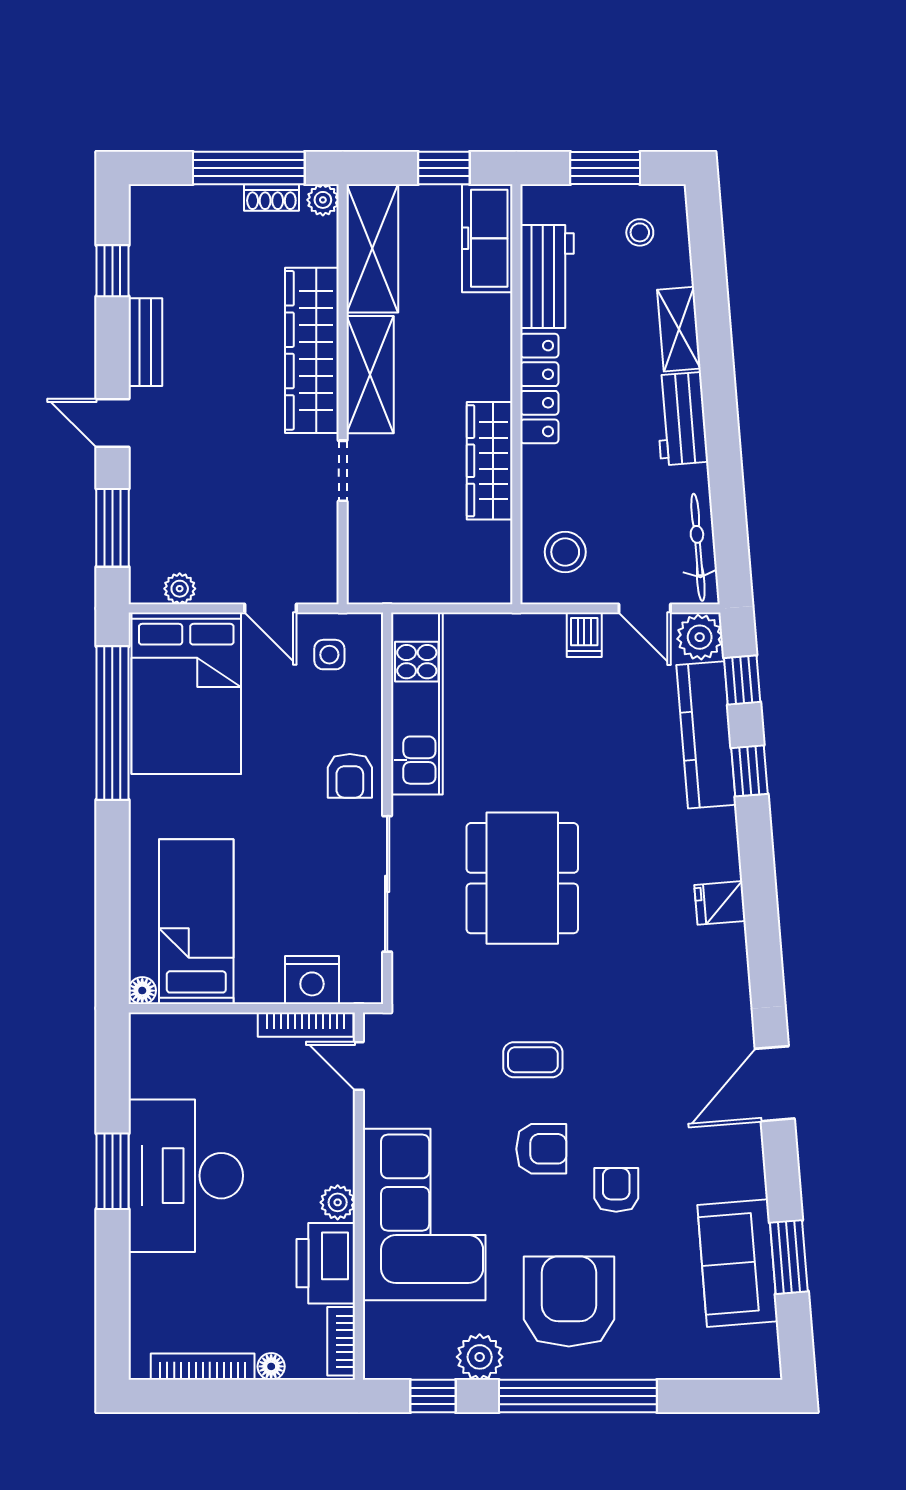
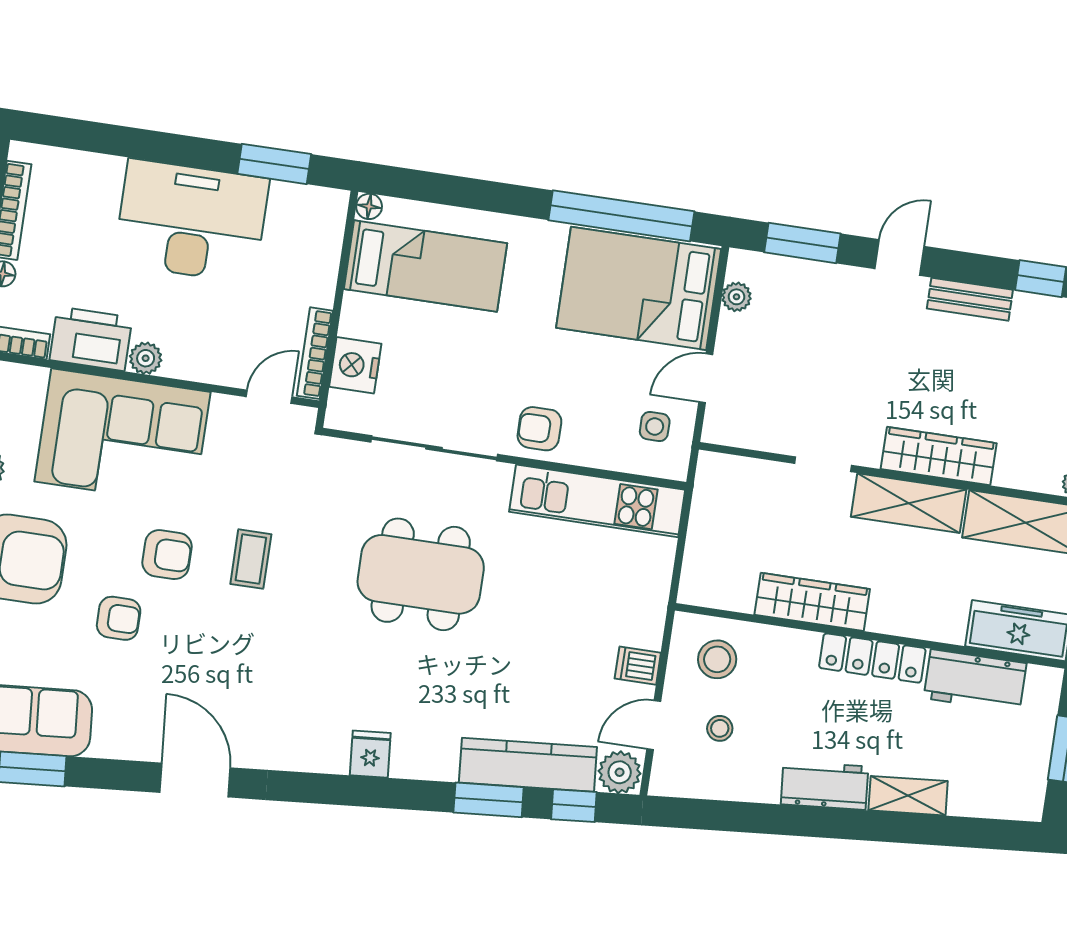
stool: (640, 232) -> (720, 728), moved
wardrobe: (312, 350) -> (939, 456), width x0.71, depth x0.85
bicycle: (698, 547) -> (703, 783), removed
window: (749, 771) -> (489, 800), width x1.50
armchair: (541, 1149) -> (167, 555), turned -90
window: (112, 1171) -> (274, 164), moved

